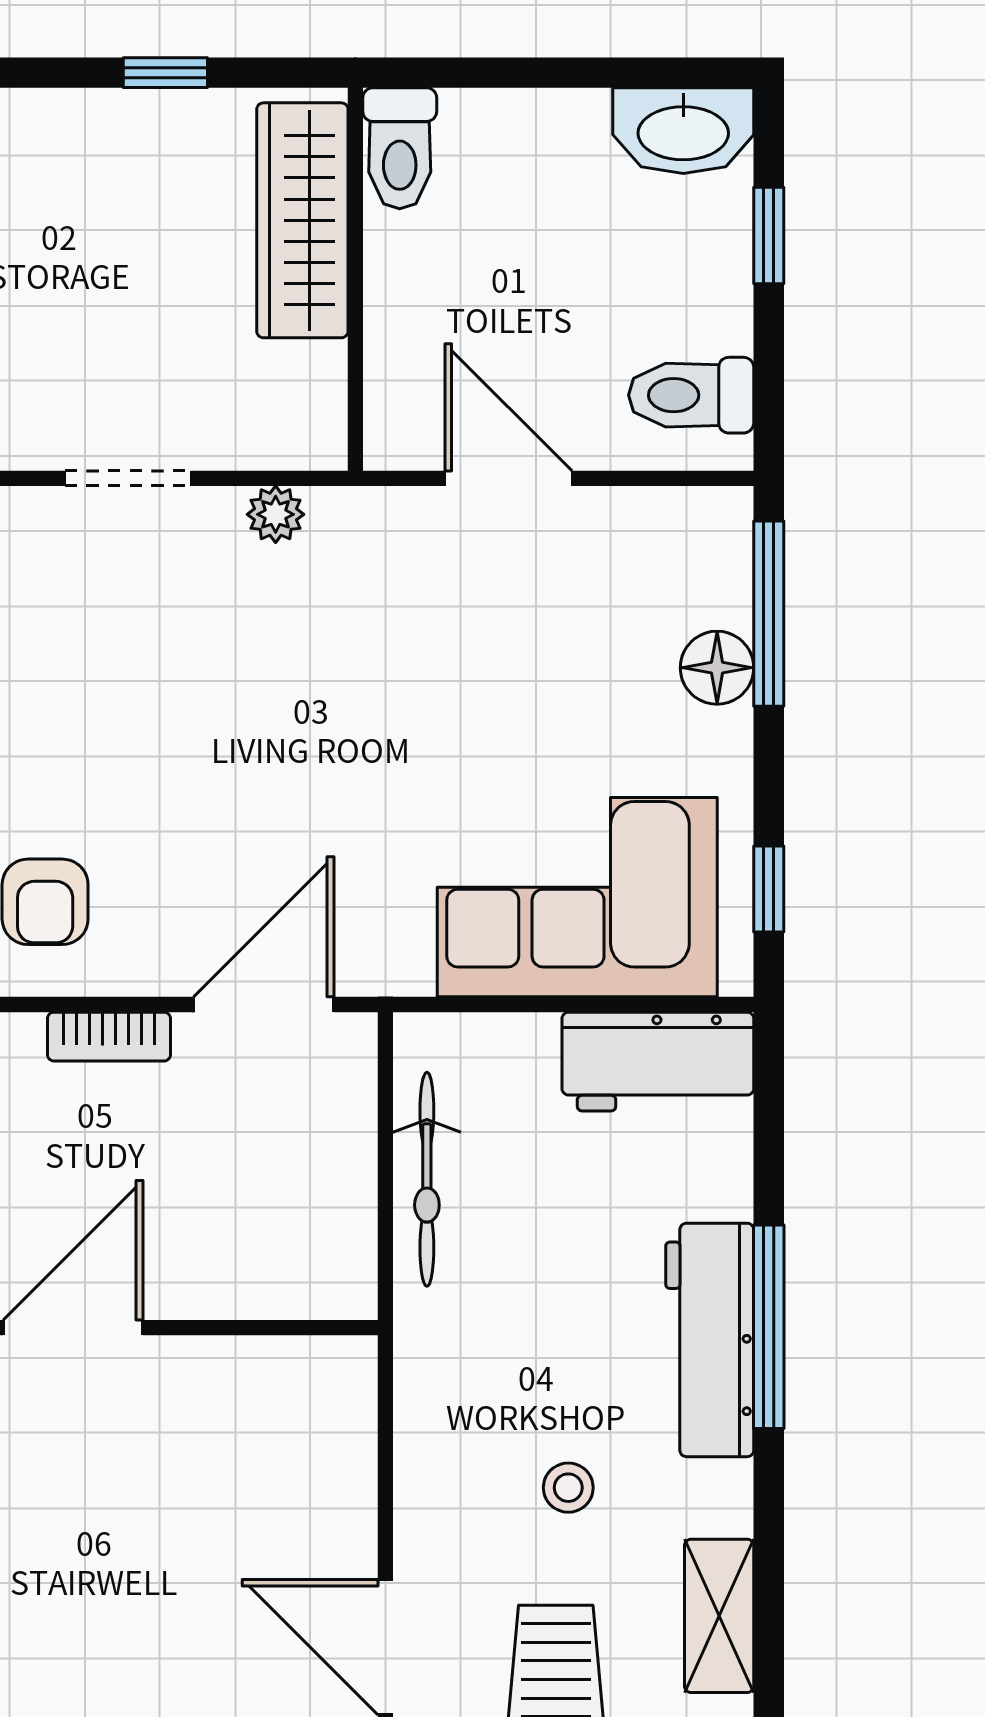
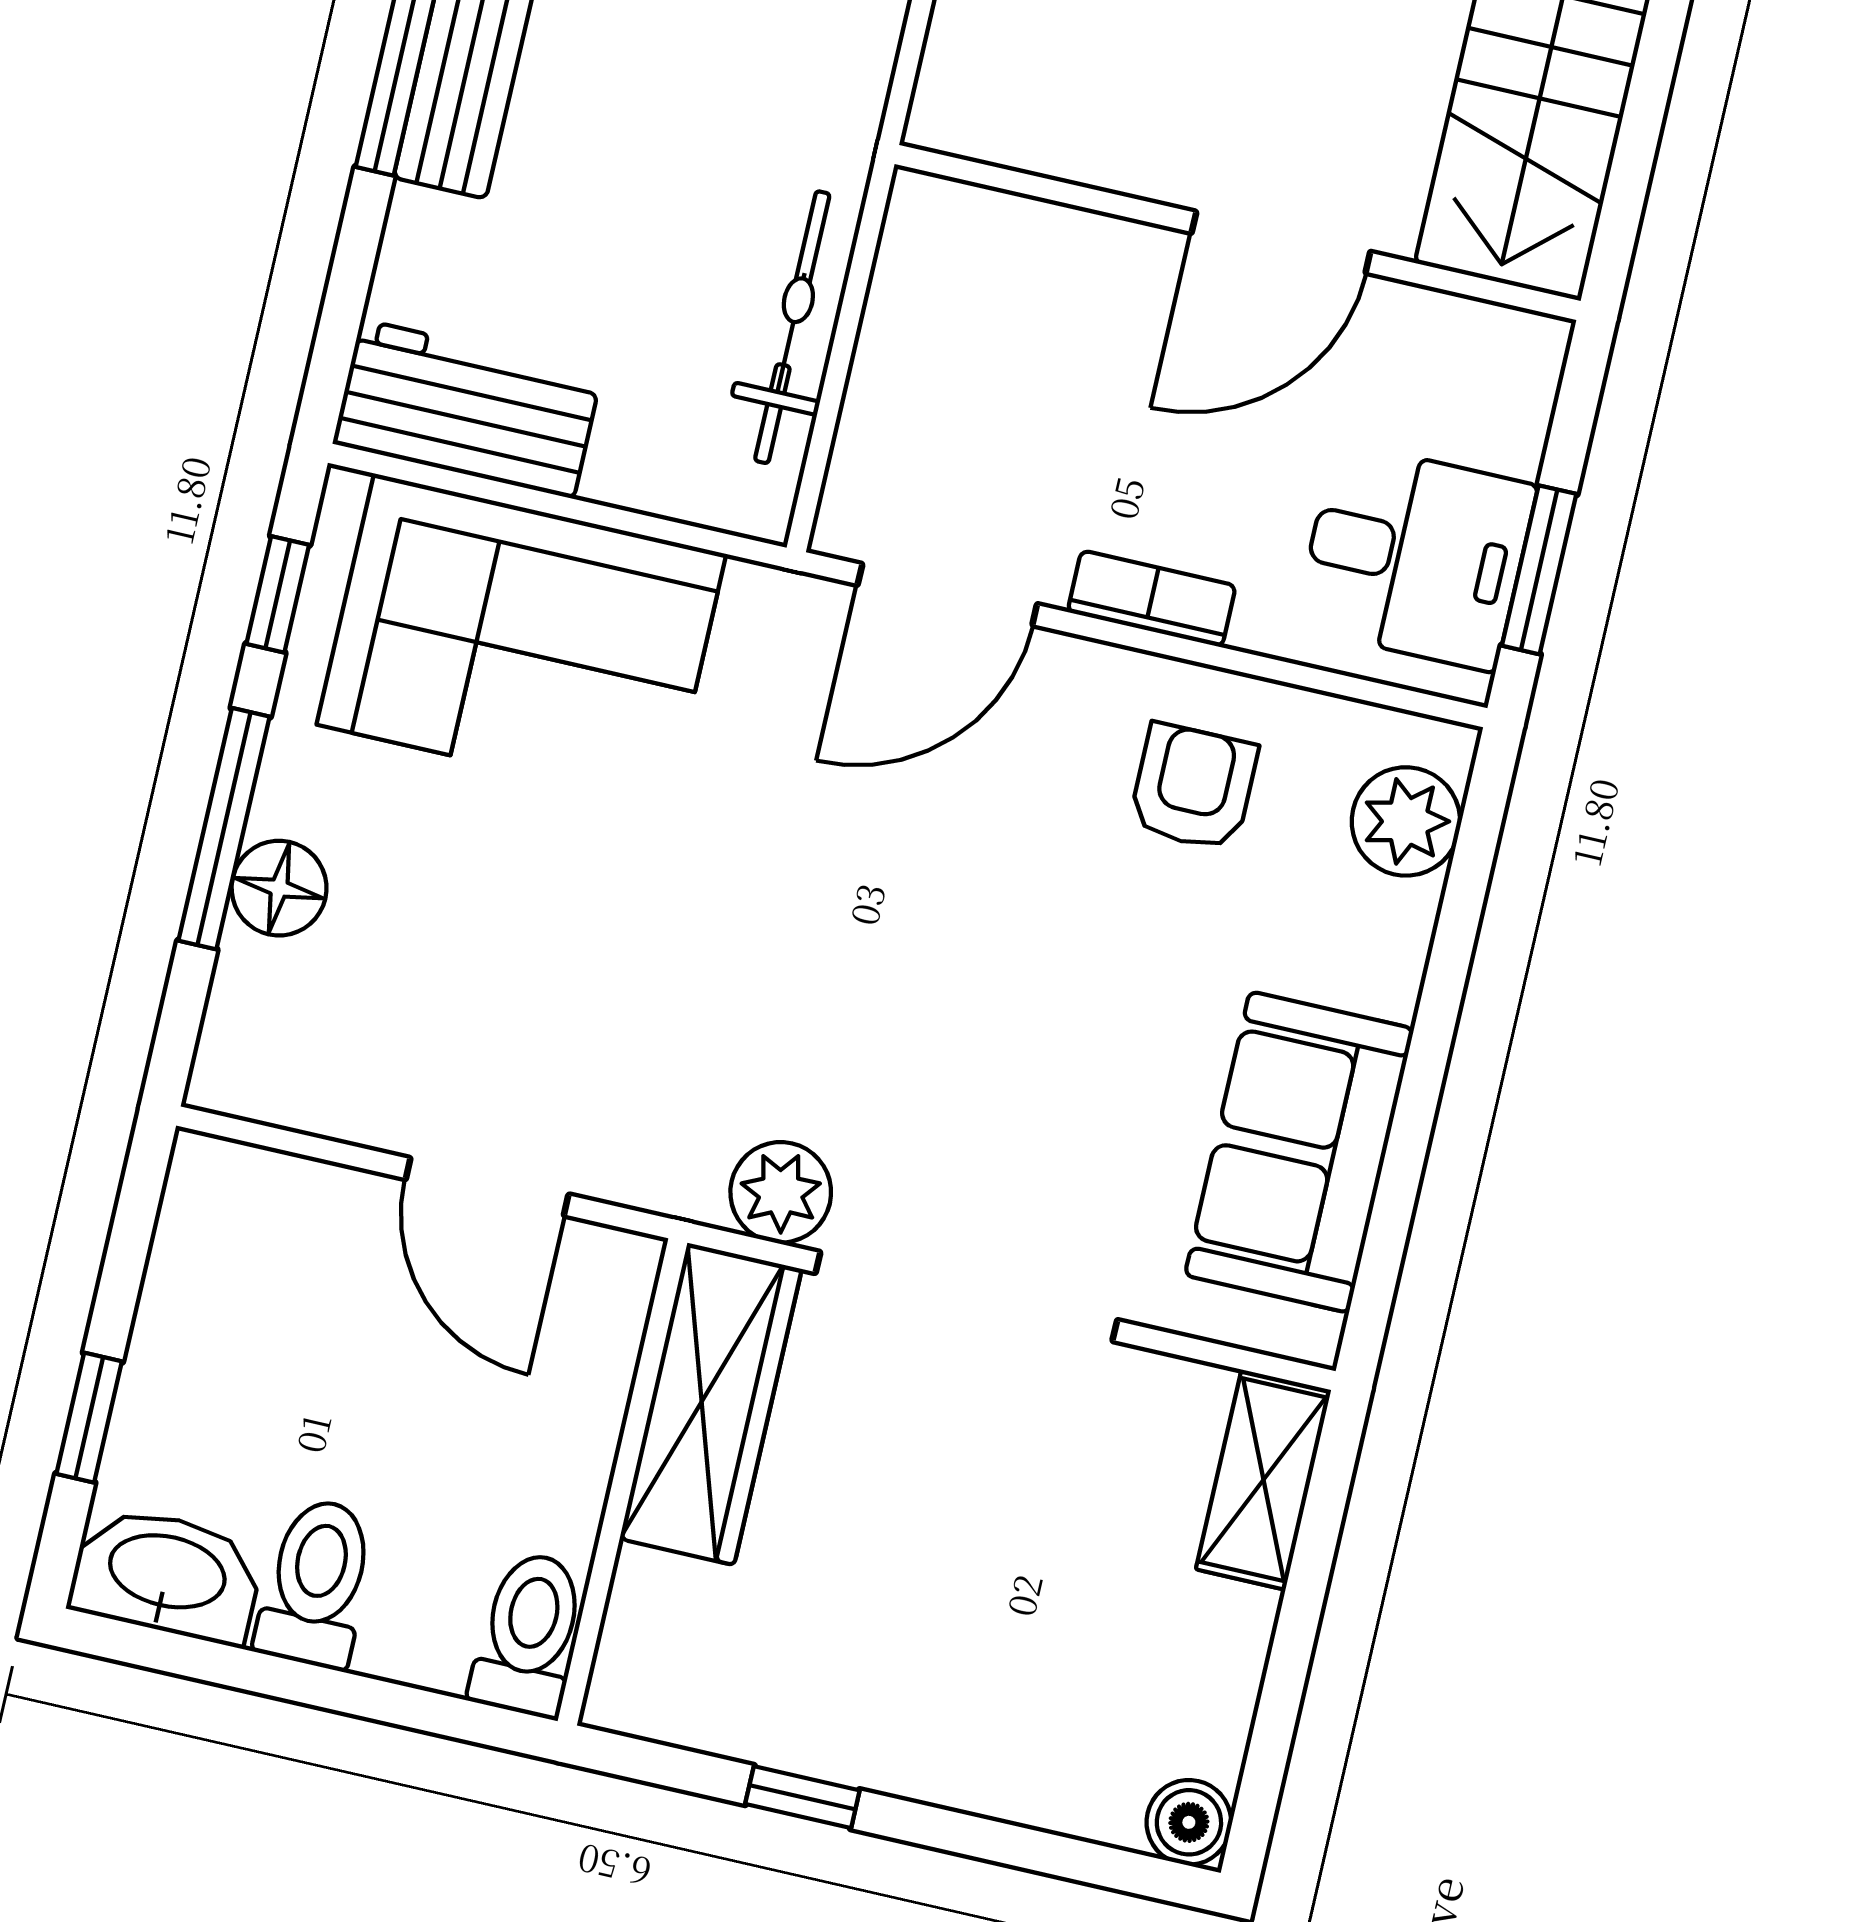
wardrobe: (302, 220) -> (711, 1404), moved
toilet: (691, 395) -> (316, 1583), moved, turned -90
doorway: (128, 478) -> (966, 1297), width x1.87
plant: (276, 514) -> (781, 1192), width x1.38, depth x1.38
window: (769, 614) -> (224, 829), moved

